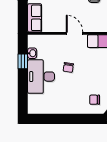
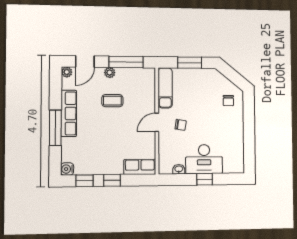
window: (23, 61) -> (205, 179), moved
chair: (68, 67) -> (181, 125), moved

